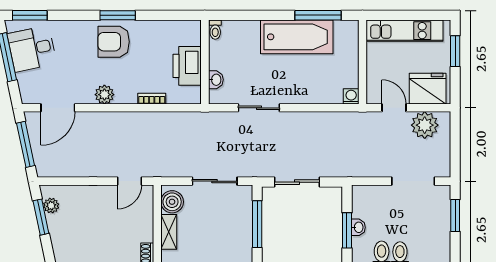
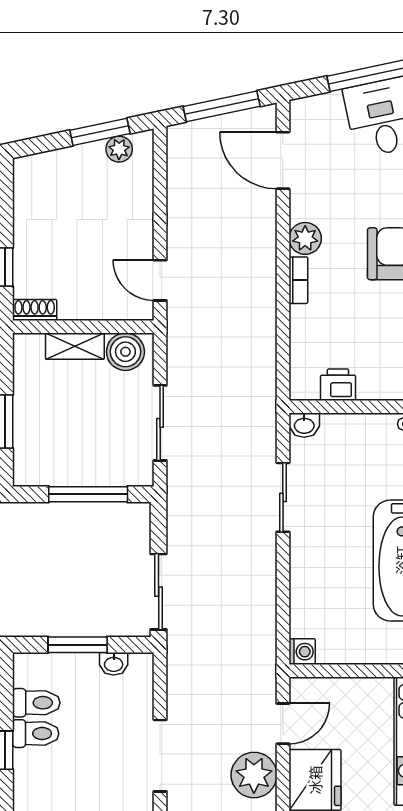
printer: (187, 66) -> (338, 385), width x0.53, depth x0.68
washbasin: (216, 80) -> (304, 425), moved
bookcase: (152, 99) -> (298, 280), moved
sliding door: (297, 182) -> (159, 592), moved
washbasin: (358, 227) -> (114, 664), moved

